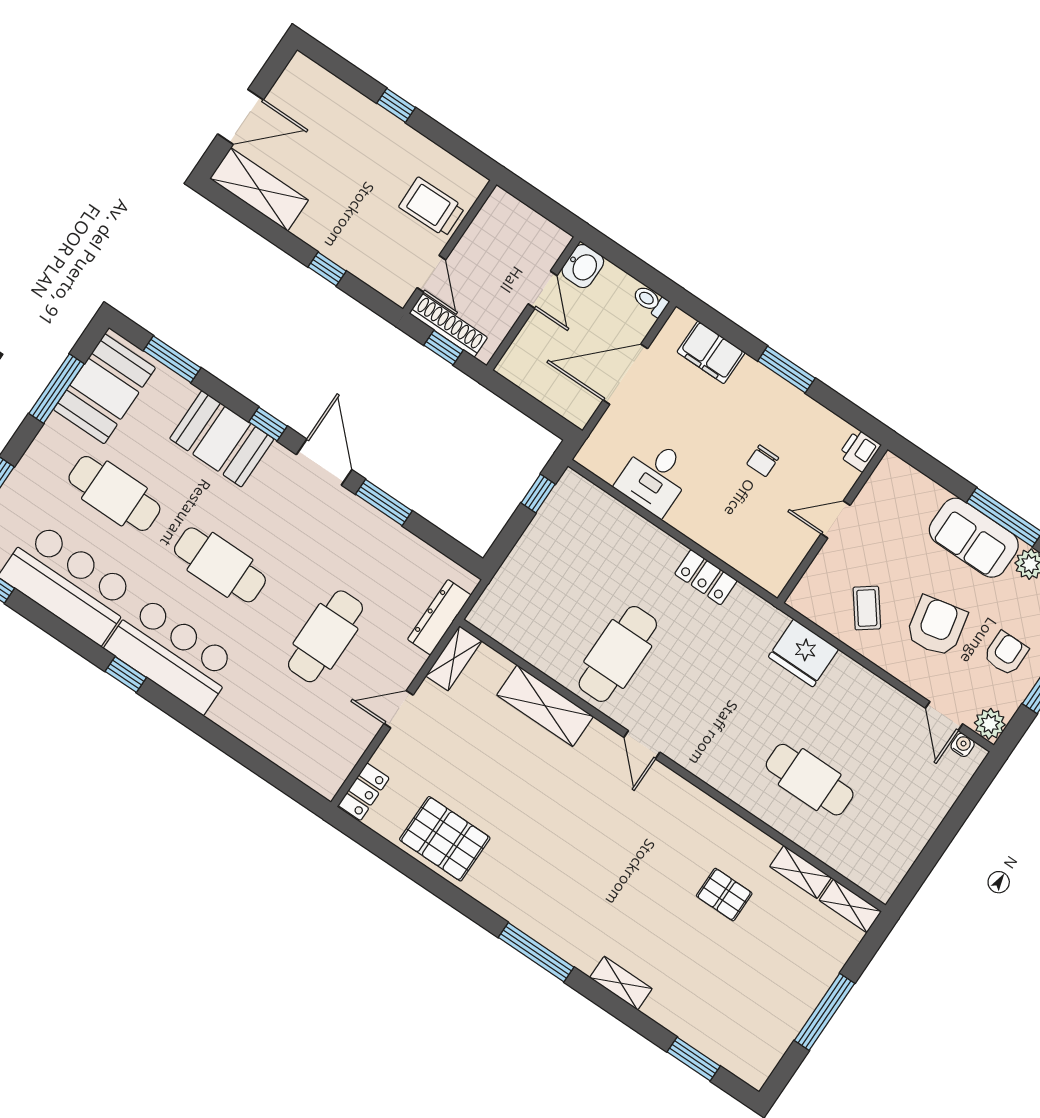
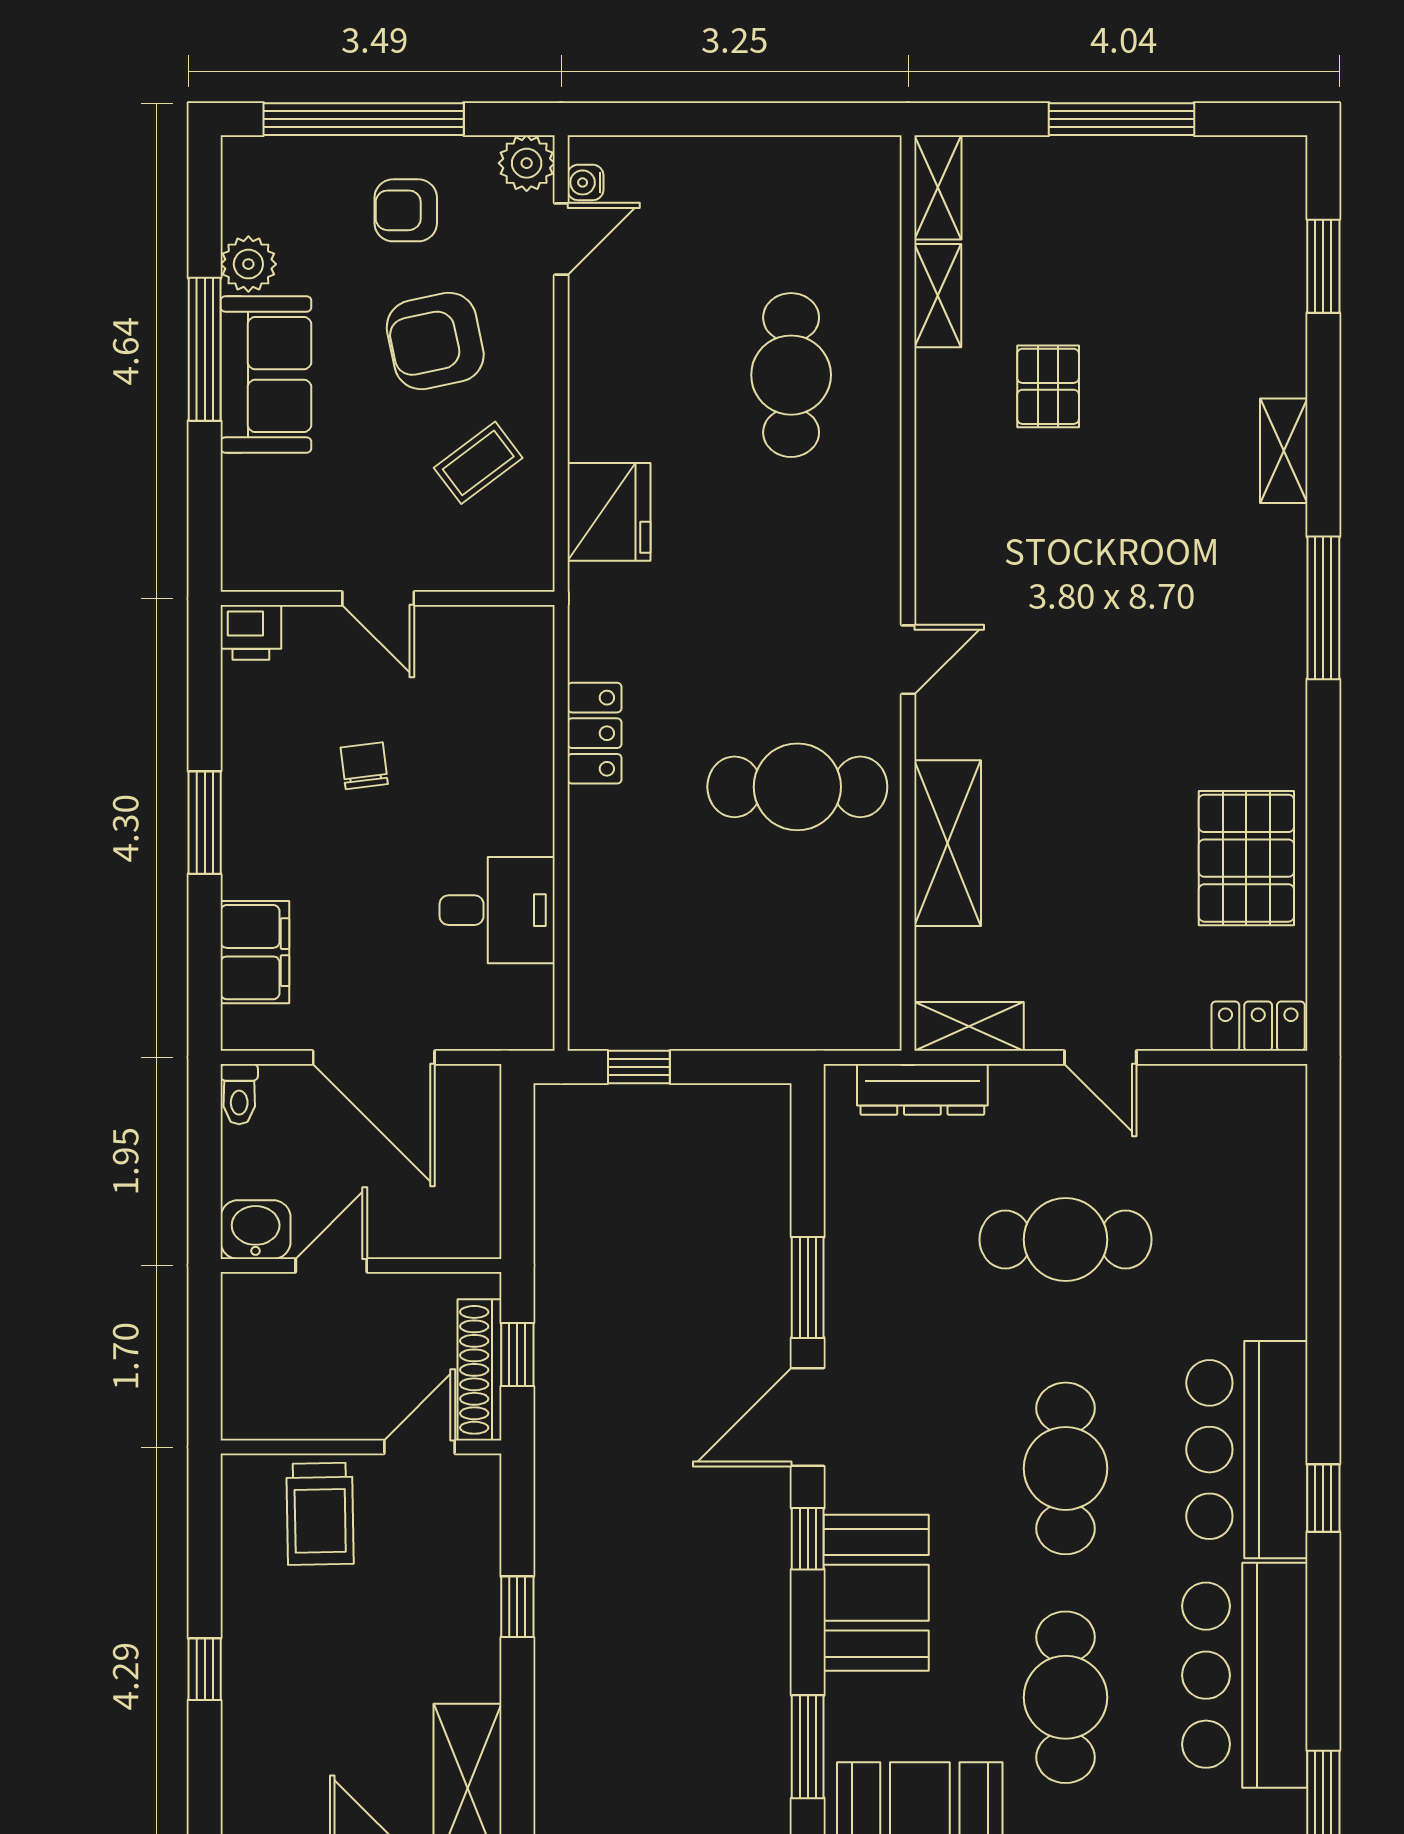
chair: (763, 461) -> (364, 766), turned -97

